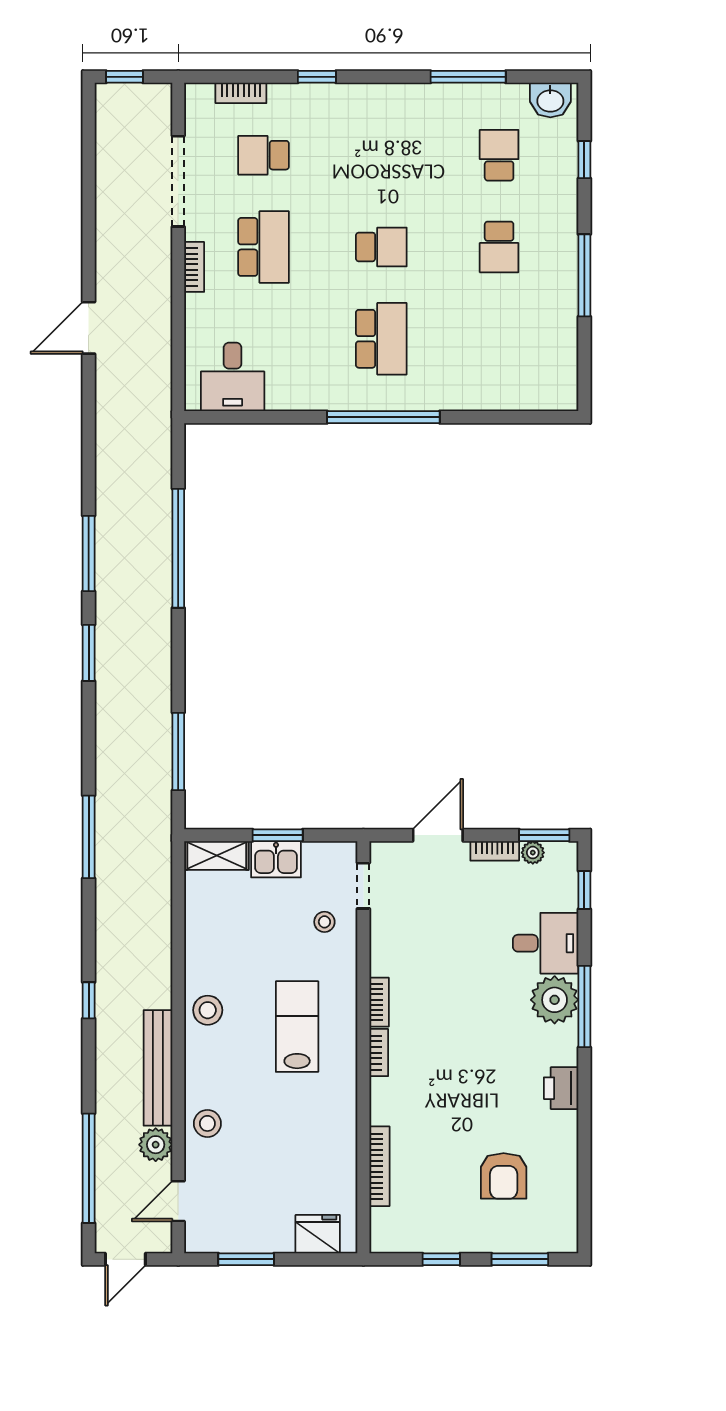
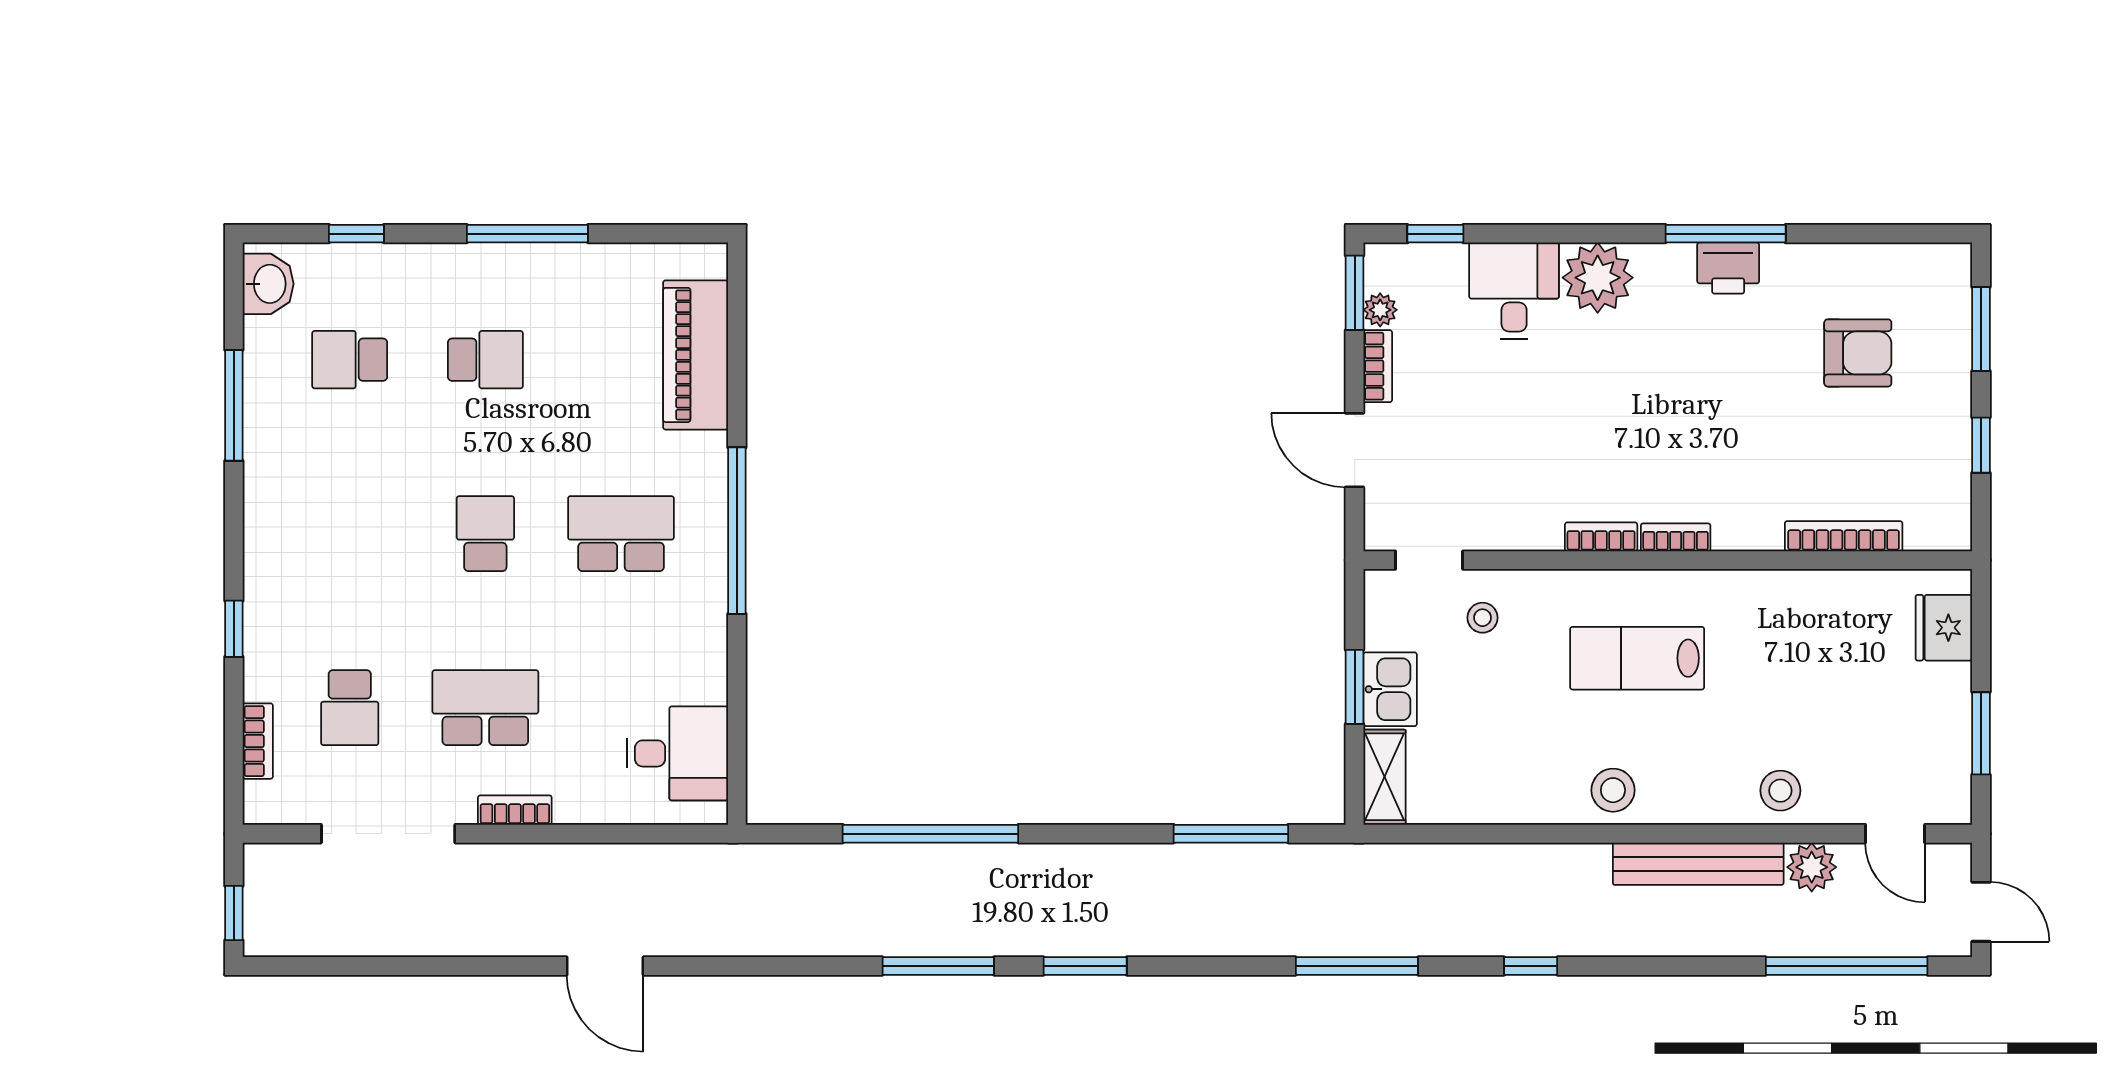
piano: (502, 389) -> (696, 355), added
window: (89, 1000) -> (1531, 966), moved
window: (584, 1006) -> (1726, 234), moved

